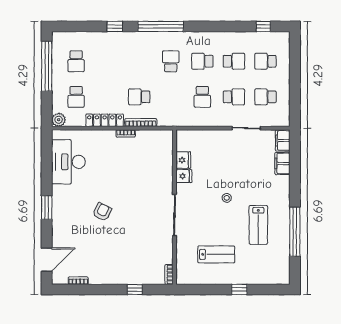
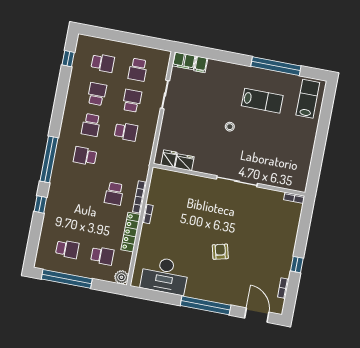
school desk: (265, 61) -> (103, 63), turned -90
filing cabinet: (282, 163) -> (201, 64), width x0.50
fridge: (184, 176) -> (169, 159), moved
window: (47, 208) -> (206, 305), width x2.11
armchair: (102, 212) -> (220, 252), turned 50
lab bench: (216, 254) -> (308, 99), moved
window: (135, 290) -> (297, 265), moved
window: (239, 290) -> (322, 131), removed

